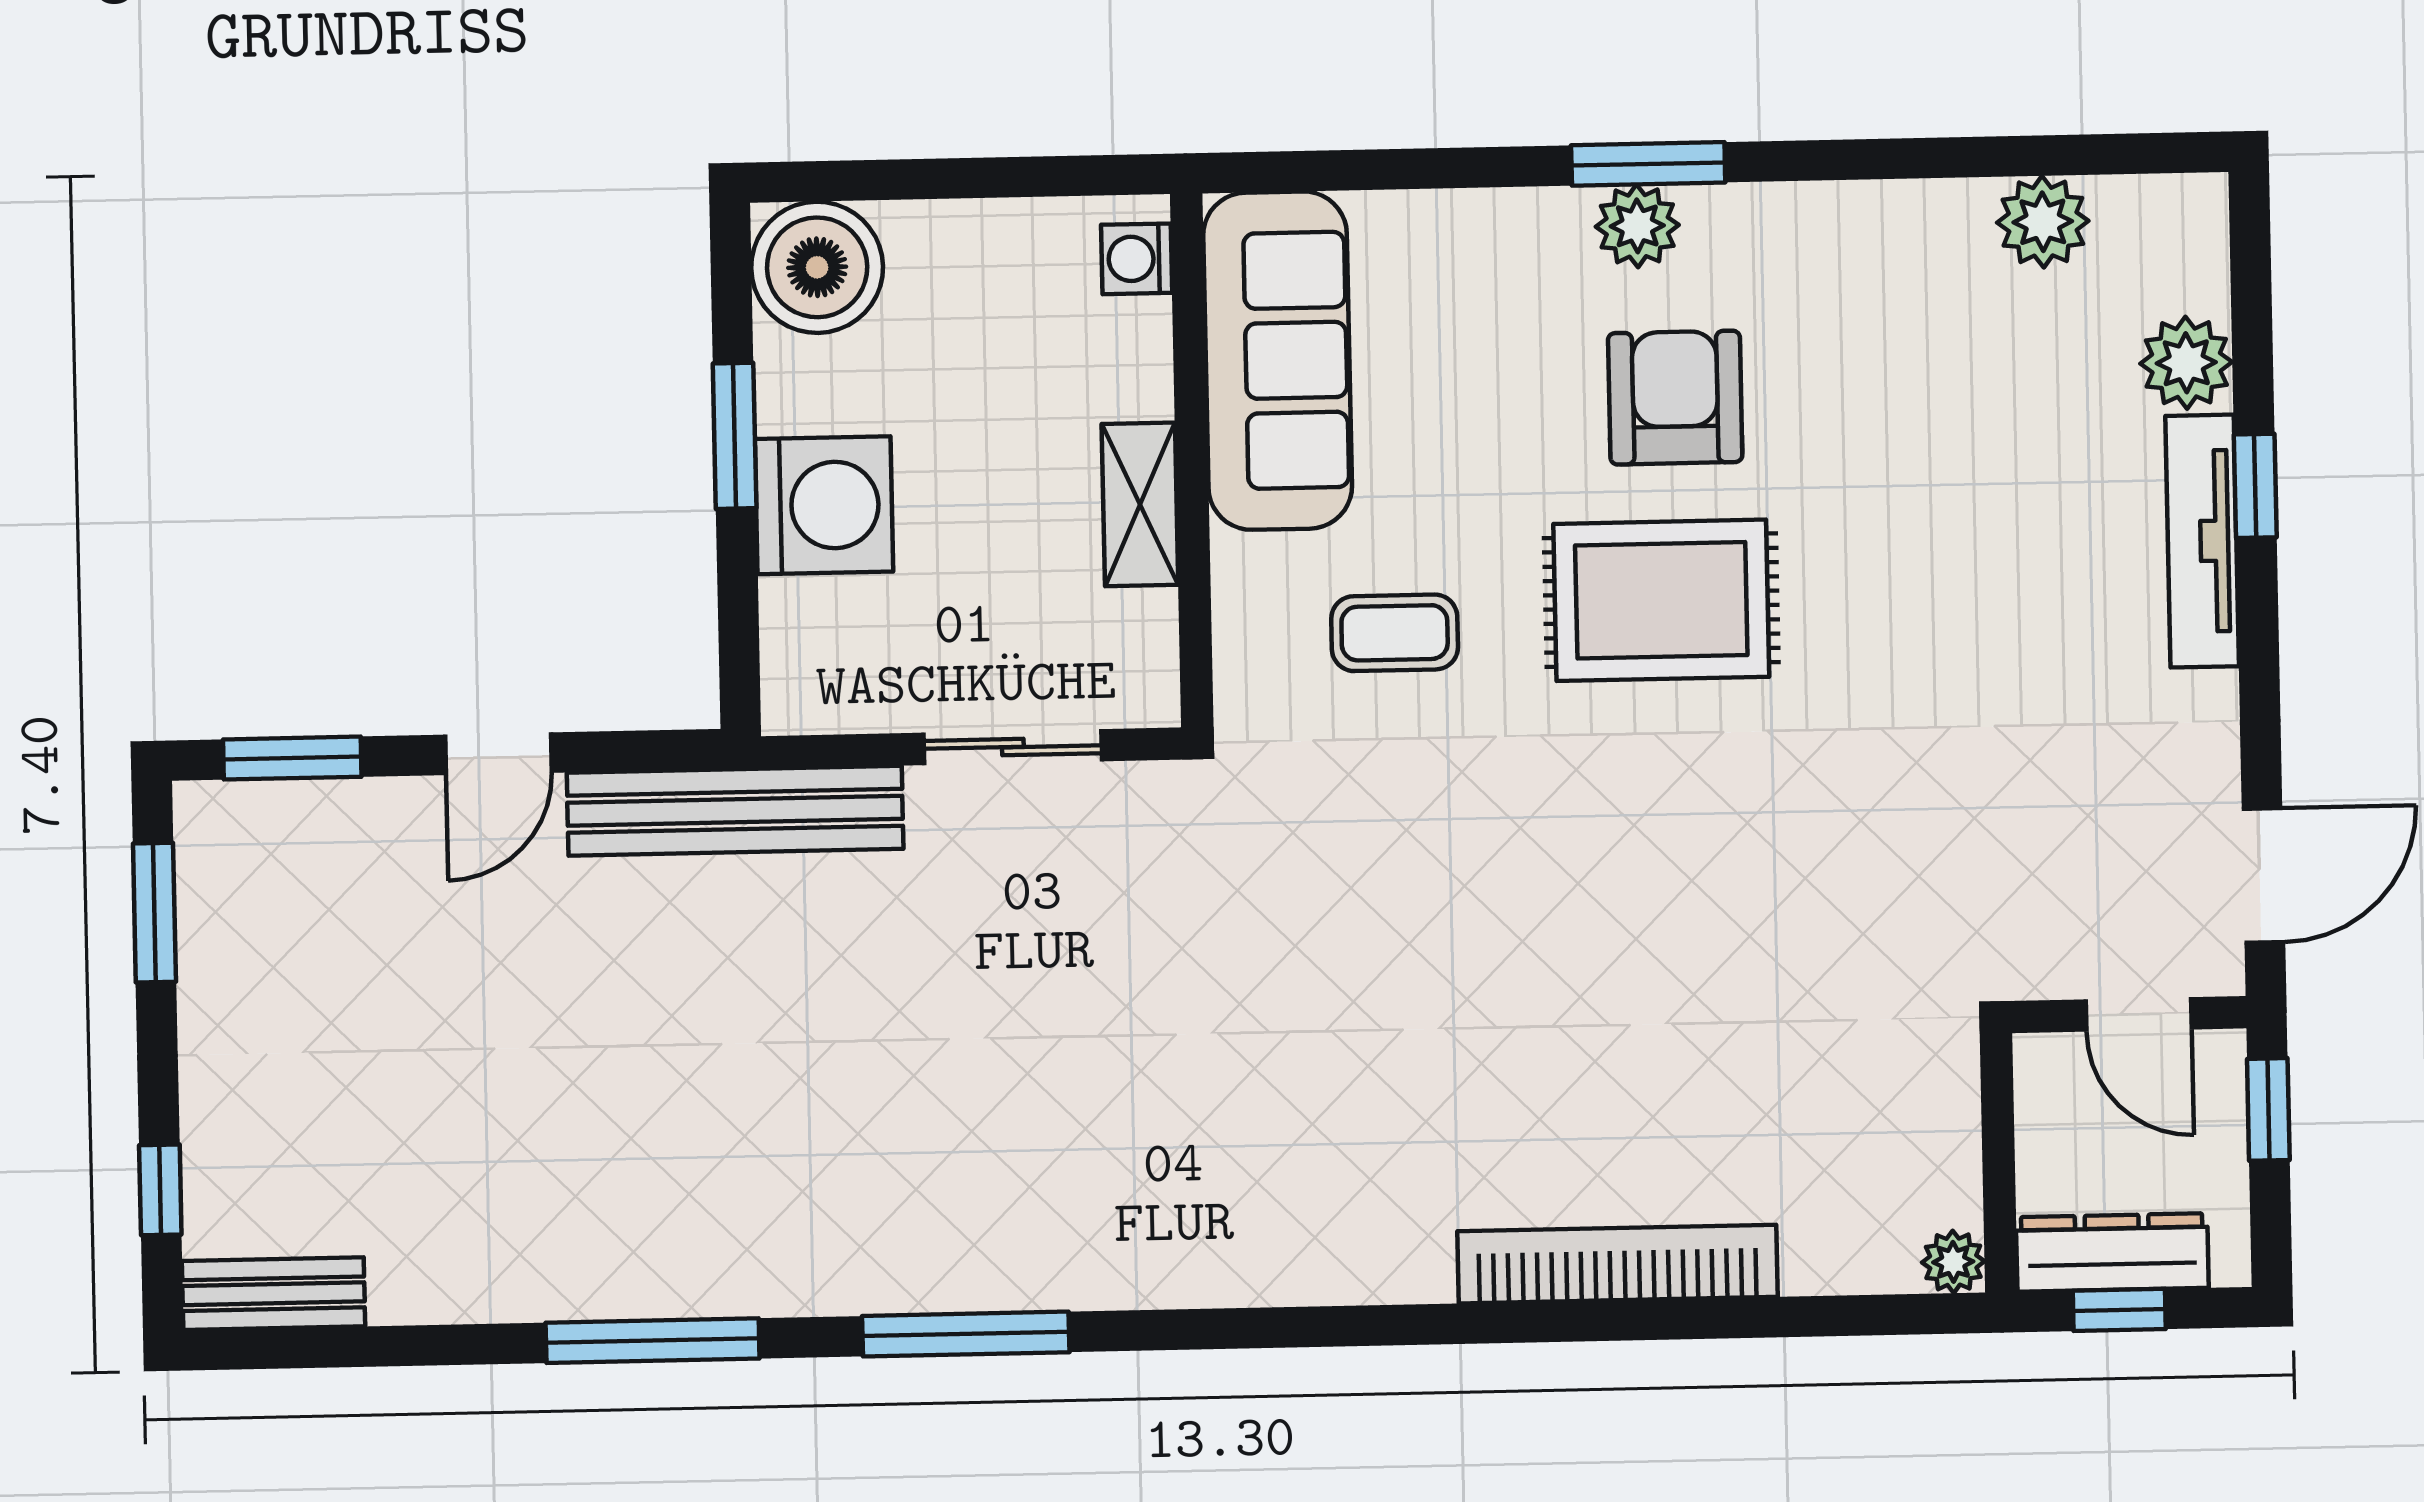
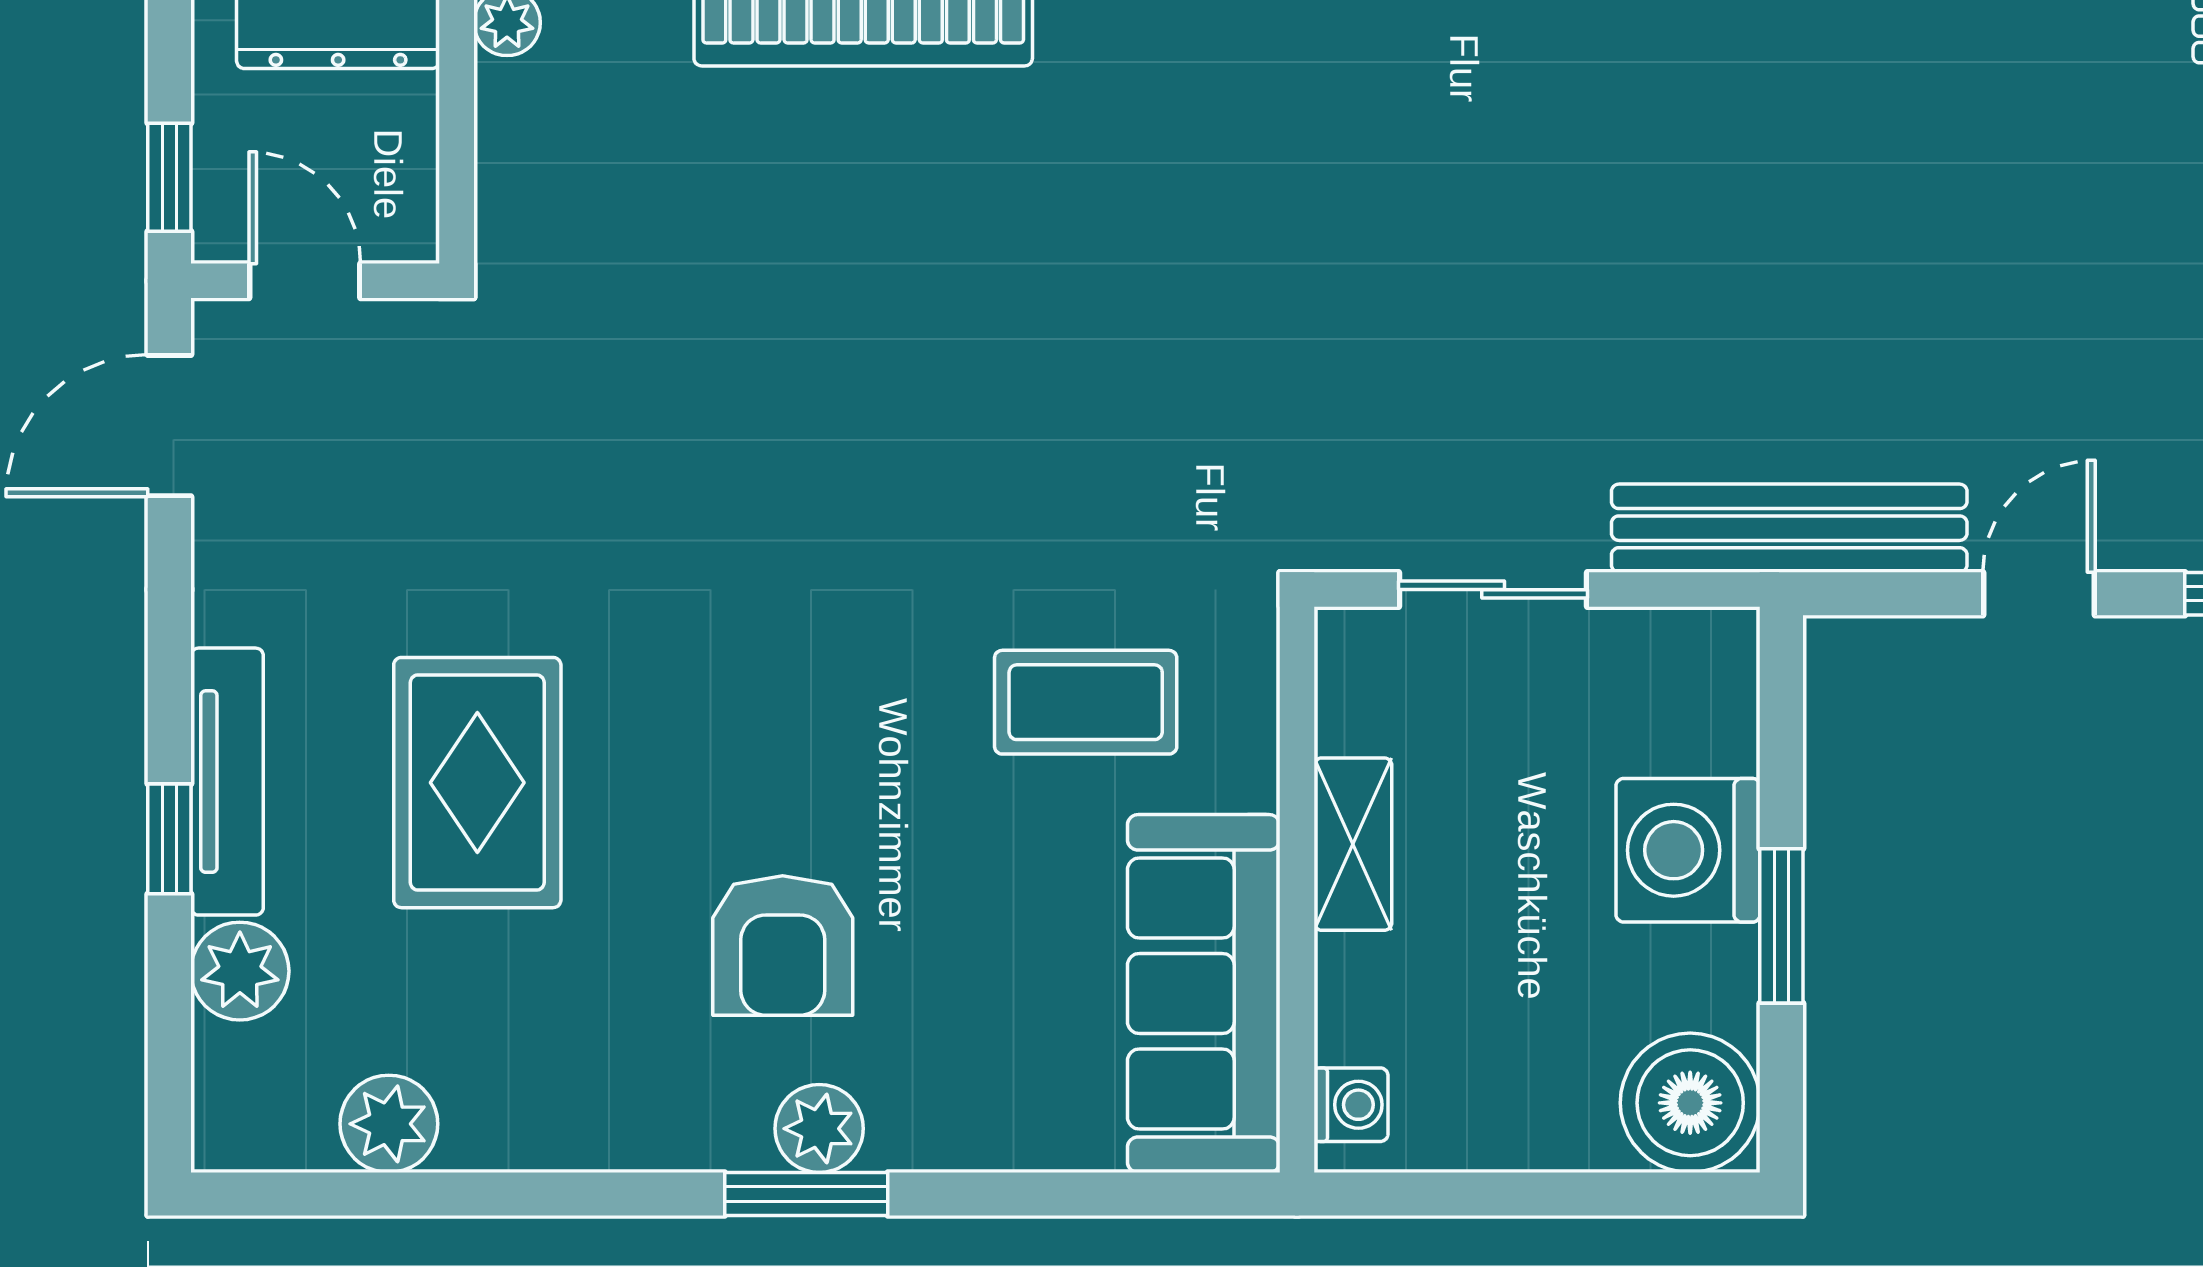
rug: (1661, 600) -> (477, 783), moved, turned 90
coffee table: (1395, 633) -> (1086, 702), width x1.36, depth x1.30

